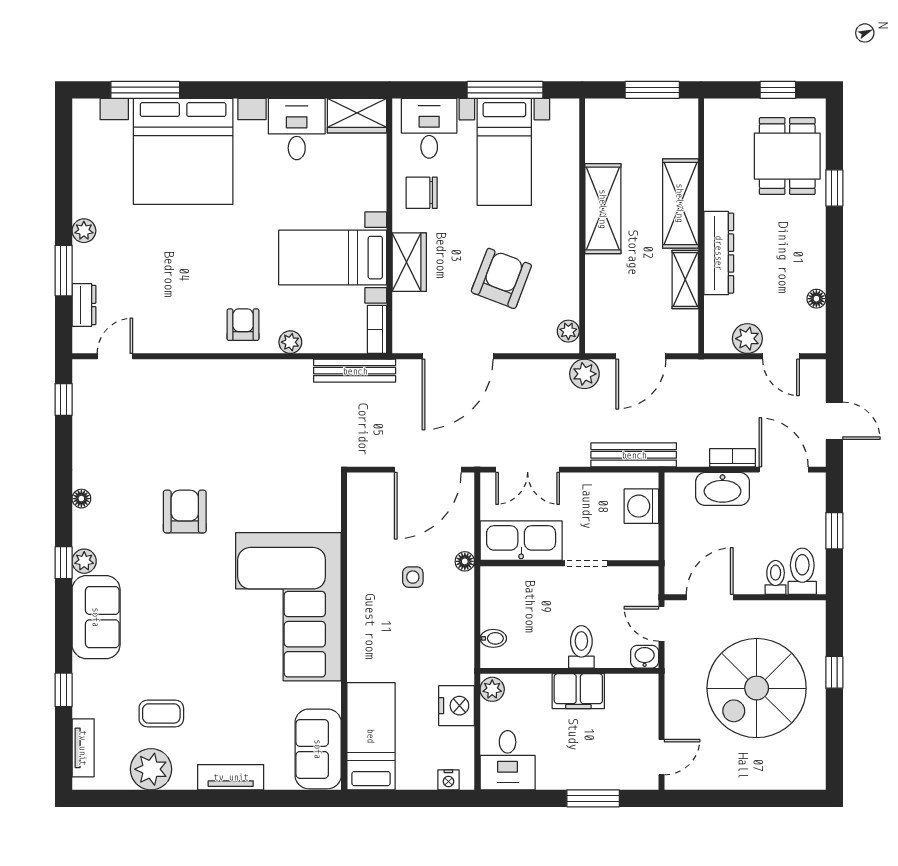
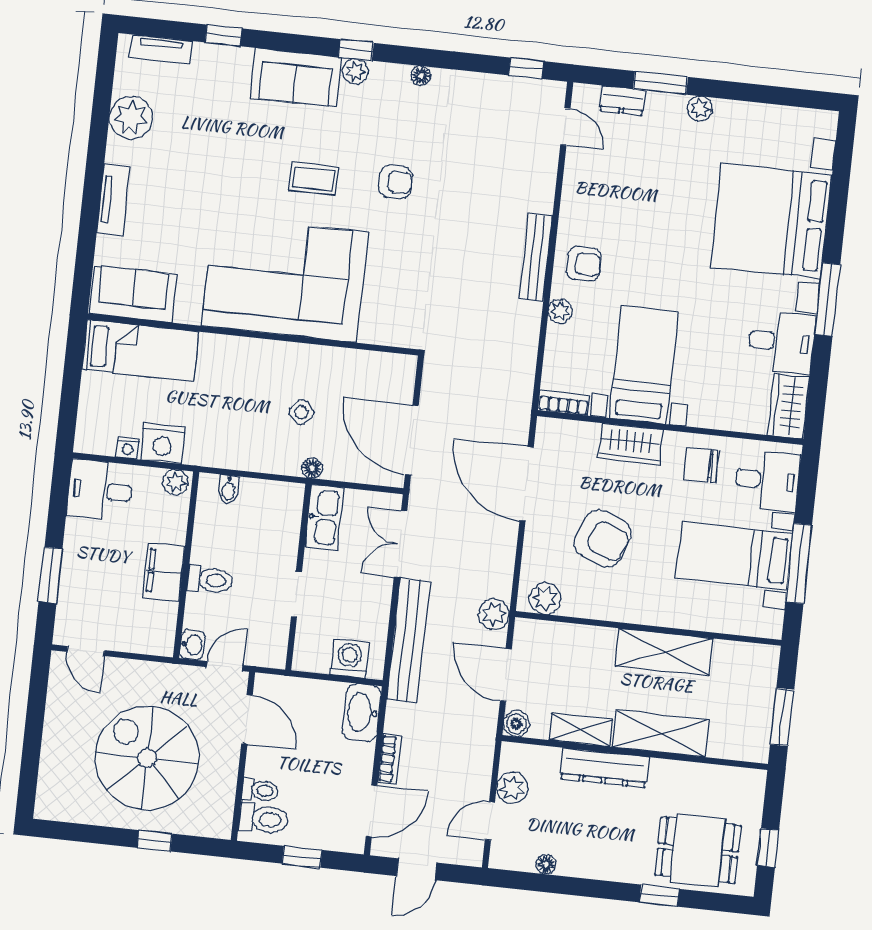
window: (145, 90) -> (827, 299), moved
chair: (422, 193) -> (701, 465), turned -90
plant: (568, 331) -> (545, 598), width x1.38, depth x1.38
boiler: (686, 341) -> (516, 724), added
bench: (355, 371) -> (536, 257), moved
bench: (634, 455) -> (408, 640), width x1.37, depth x1.21
washbasin: (723, 489) -> (362, 712), moved
armchair: (185, 511) -> (396, 182), width x0.72, depth x0.72
kitchen sink: (521, 541) -> (324, 517), width x0.73, depth x0.81
side table: (413, 577) -> (302, 412), turned 45
coffee table: (161, 713) -> (314, 179), moved, turned 90
nightstand: (448, 780) -> (128, 448), moved, turned -90

